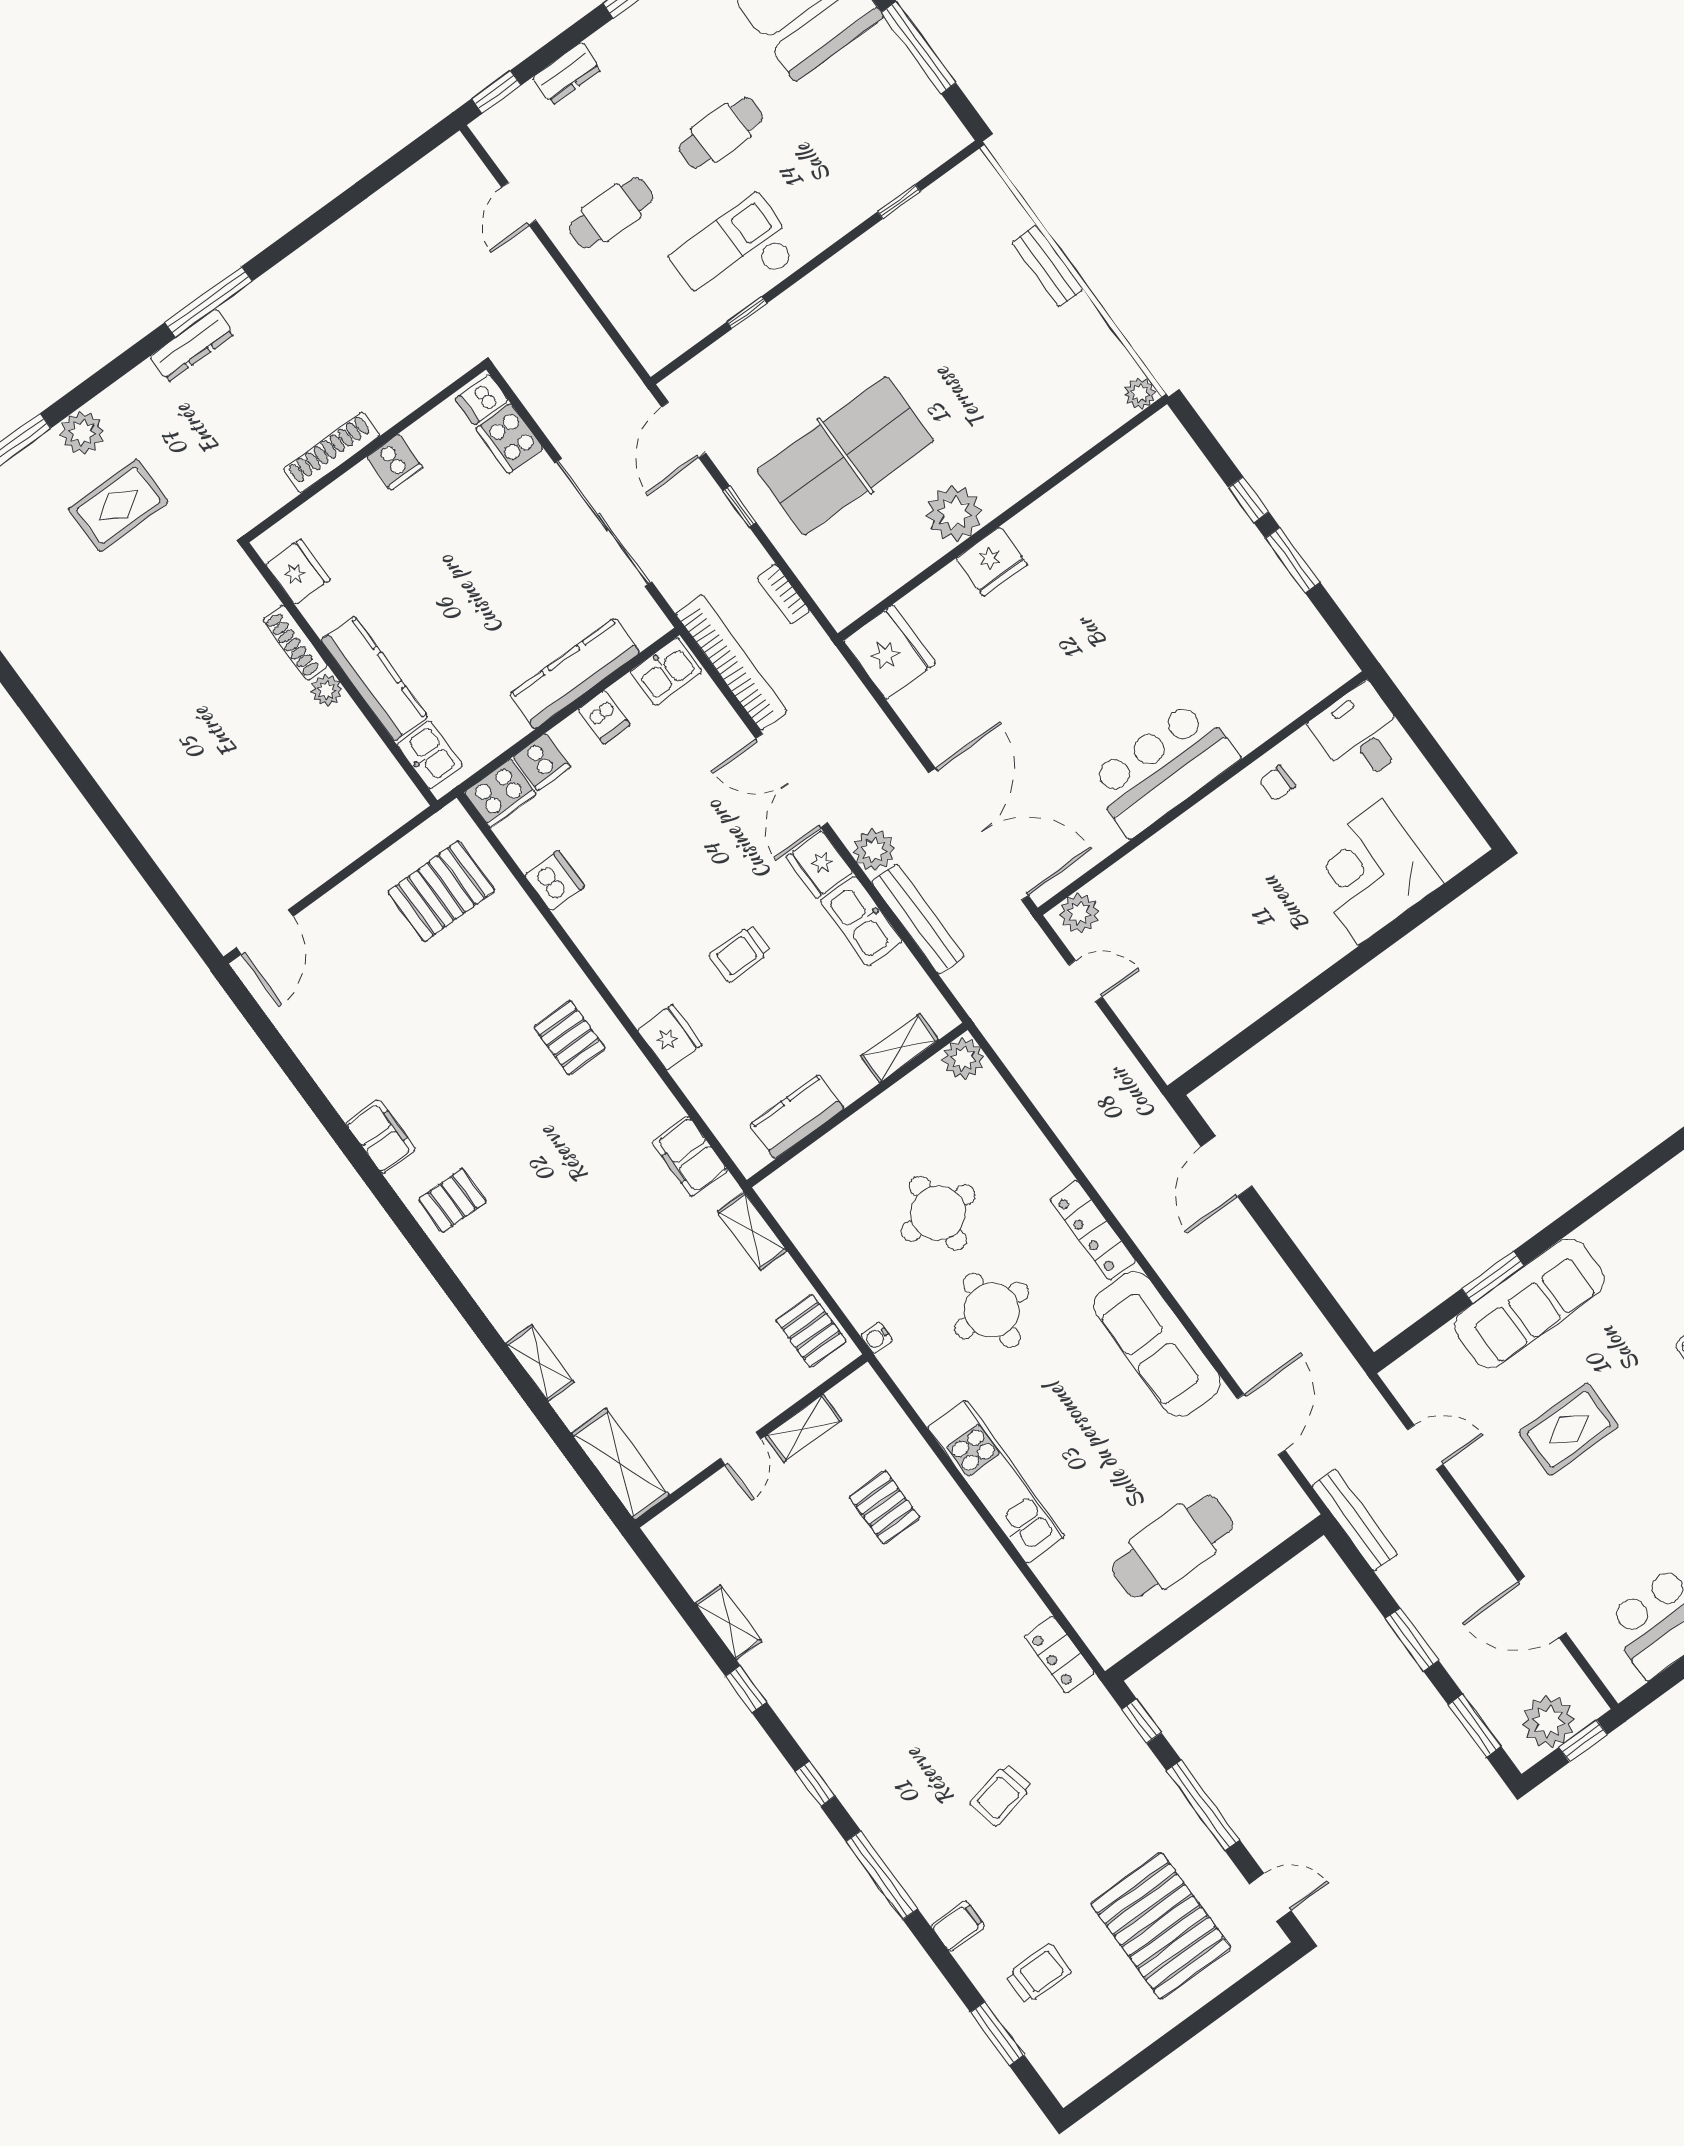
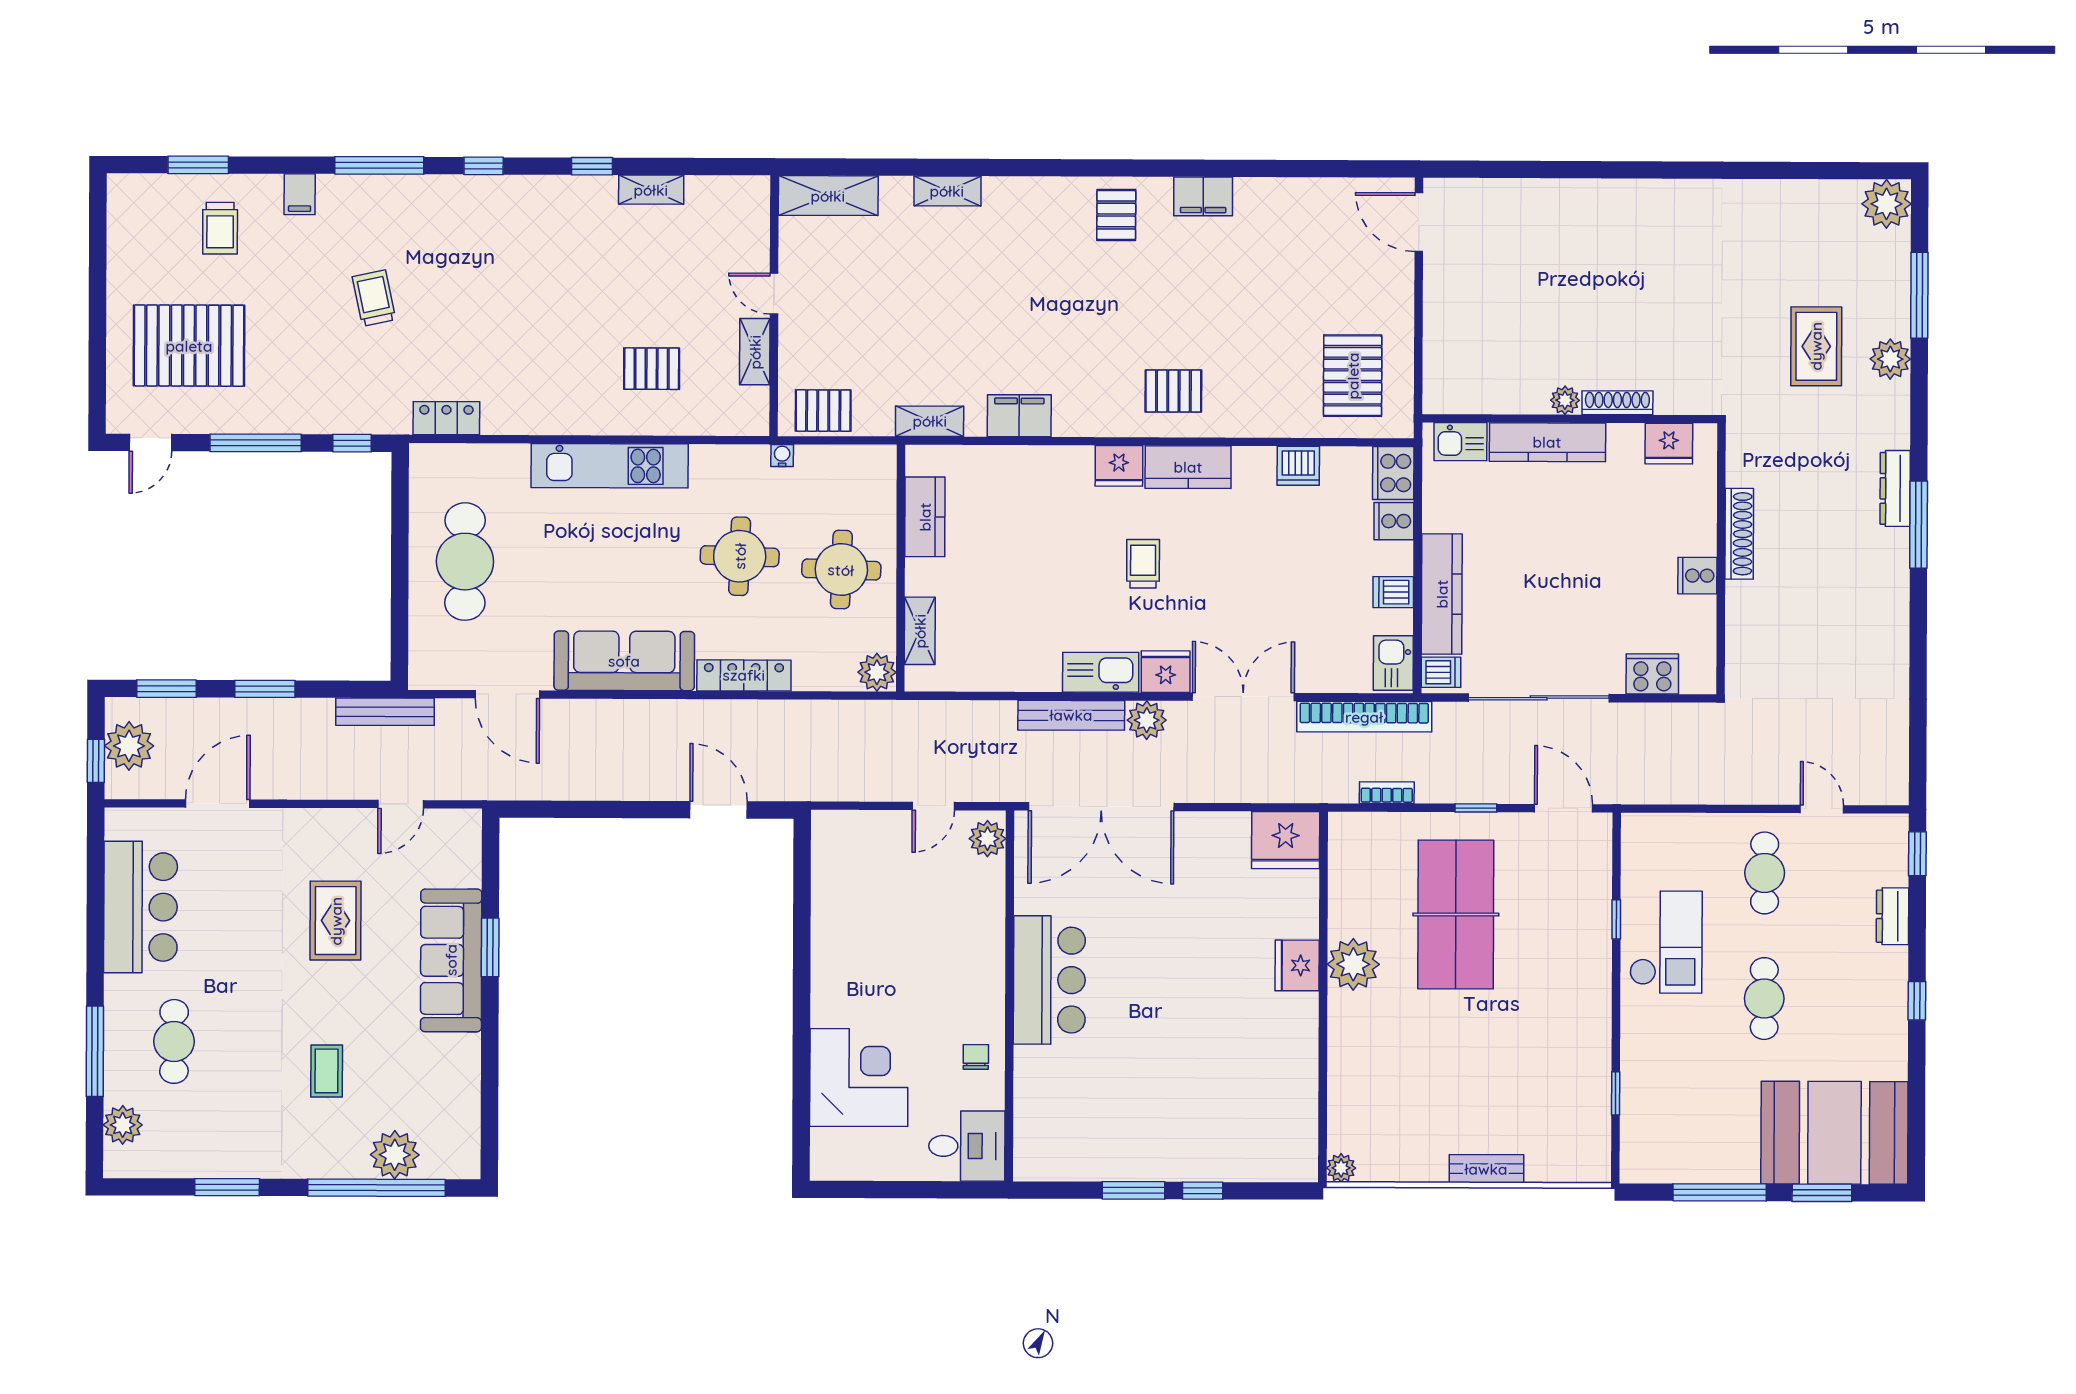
dishwasher: (482, 400) -> (1441, 672), moved, turned 90
kitchen counter: (627, 976) -> (1188, 467), added
shelving: (900, 1048) -> (920, 631), moved
plant: (963, 1059) -> (877, 672), moved
wall: (857, 1105) -> (901, 568), moved
kitchen counter: (797, 1117) -> (925, 517), moved

